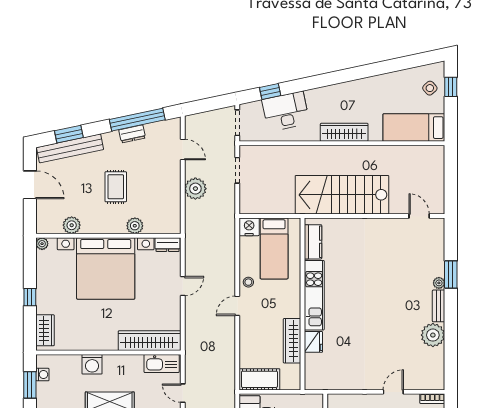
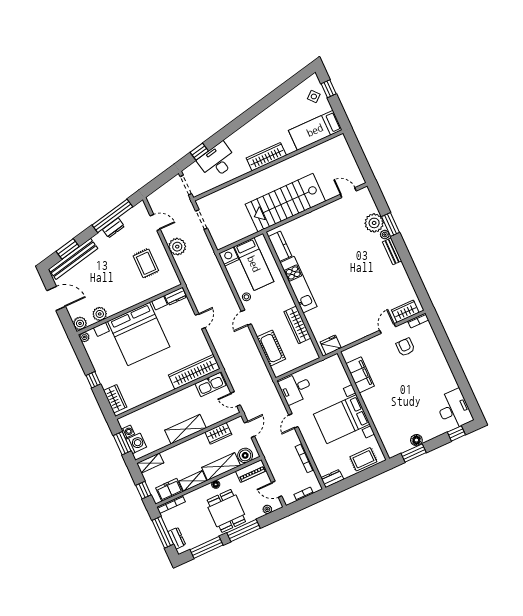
rug: (116, 187) -> (146, 263), moved
plant: (135, 226) -> (80, 323), moved
plant: (433, 335) -> (374, 223), moved
fridge: (313, 342) -> (331, 345), moved, turned -90
washing machine: (92, 364) -> (136, 443), moved, turned -90
cot: (259, 379) -> (271, 348), moved, turned 90
wardrobe: (423, 381) -> (405, 311), added

